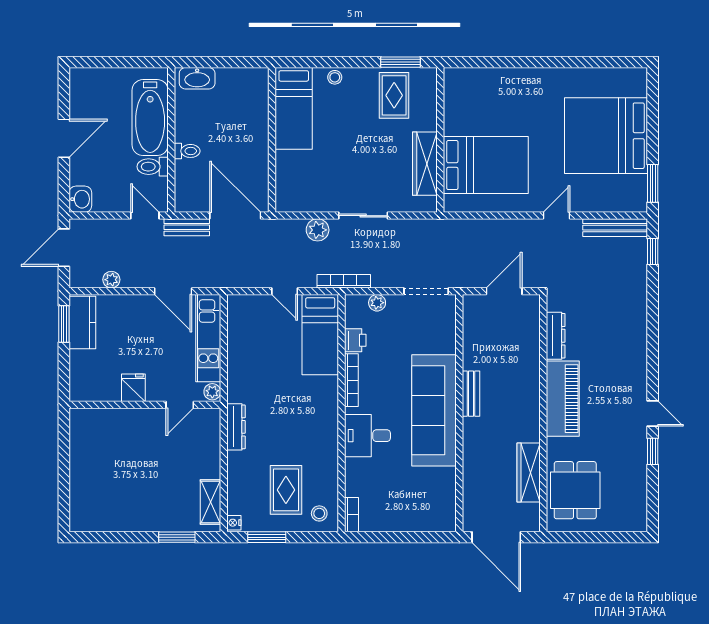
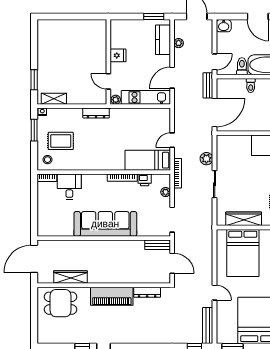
kitchen counter: (82, 323) -> (163, 40), moved, turned 90
bench: (471, 394) -> (158, 245), moved
desk: (367, 436) -> (69, 187), moved

